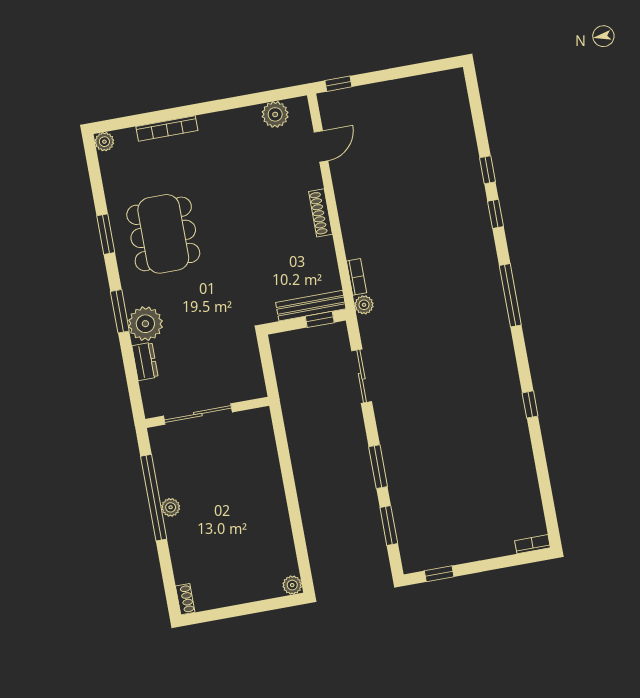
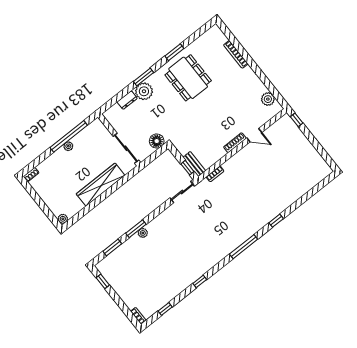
plant: (104, 142) -> (215, 30), removed
door: (321, 146) -> (254, 135), moved
window: (487, 170) -> (165, 309), moved
dining table: (163, 234) -> (188, 78), turned 90
plant: (364, 305) -> (143, 233), moved
bench: (311, 306) -> (194, 164), width x0.73
floor lamp: (244, 348) -> (157, 141), added
sliding door: (362, 376) -> (182, 192), moved
sliding door: (198, 414) -> (126, 148), moved
wardrobe: (268, 487) -> (101, 185), added

